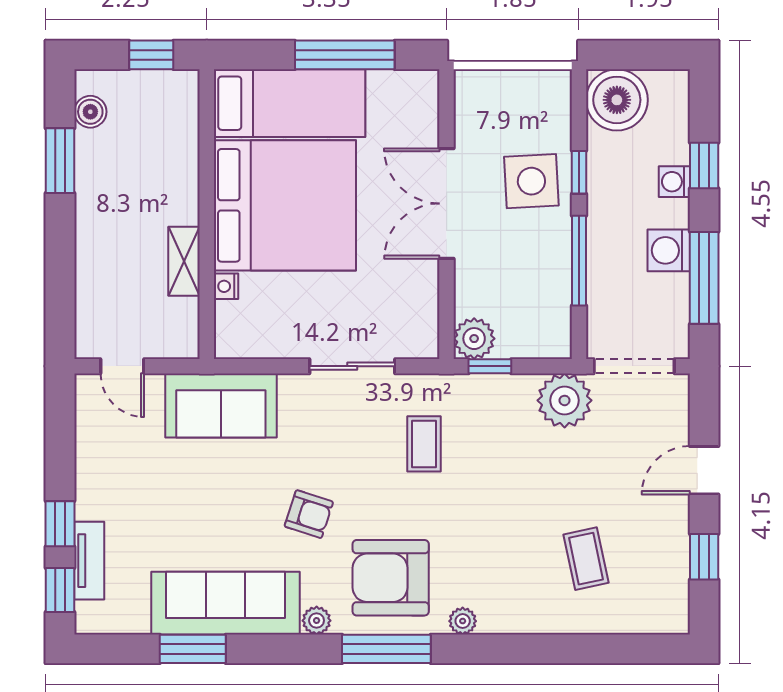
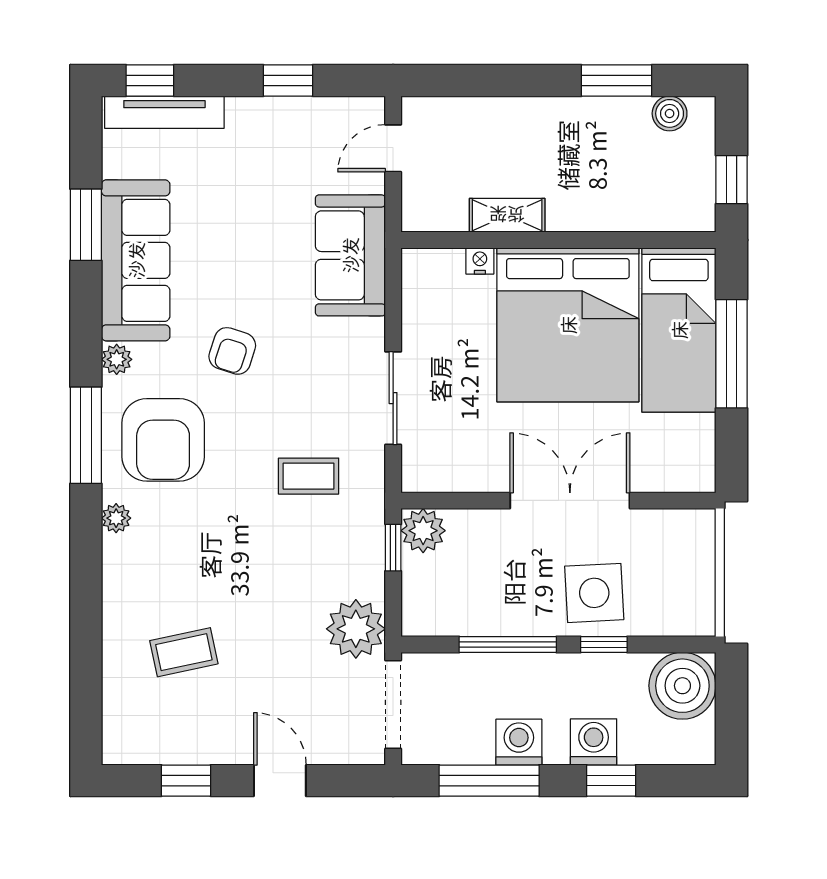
window: (345, 55) -> (731, 354), moved
washing machine: (674, 182) -> (594, 742), width x1.38, depth x1.38
window: (60, 524) -> (288, 81), moved
tv unit: (89, 561) -> (164, 112), width x1.41
armchair: (391, 578) -> (163, 440), turned 180

